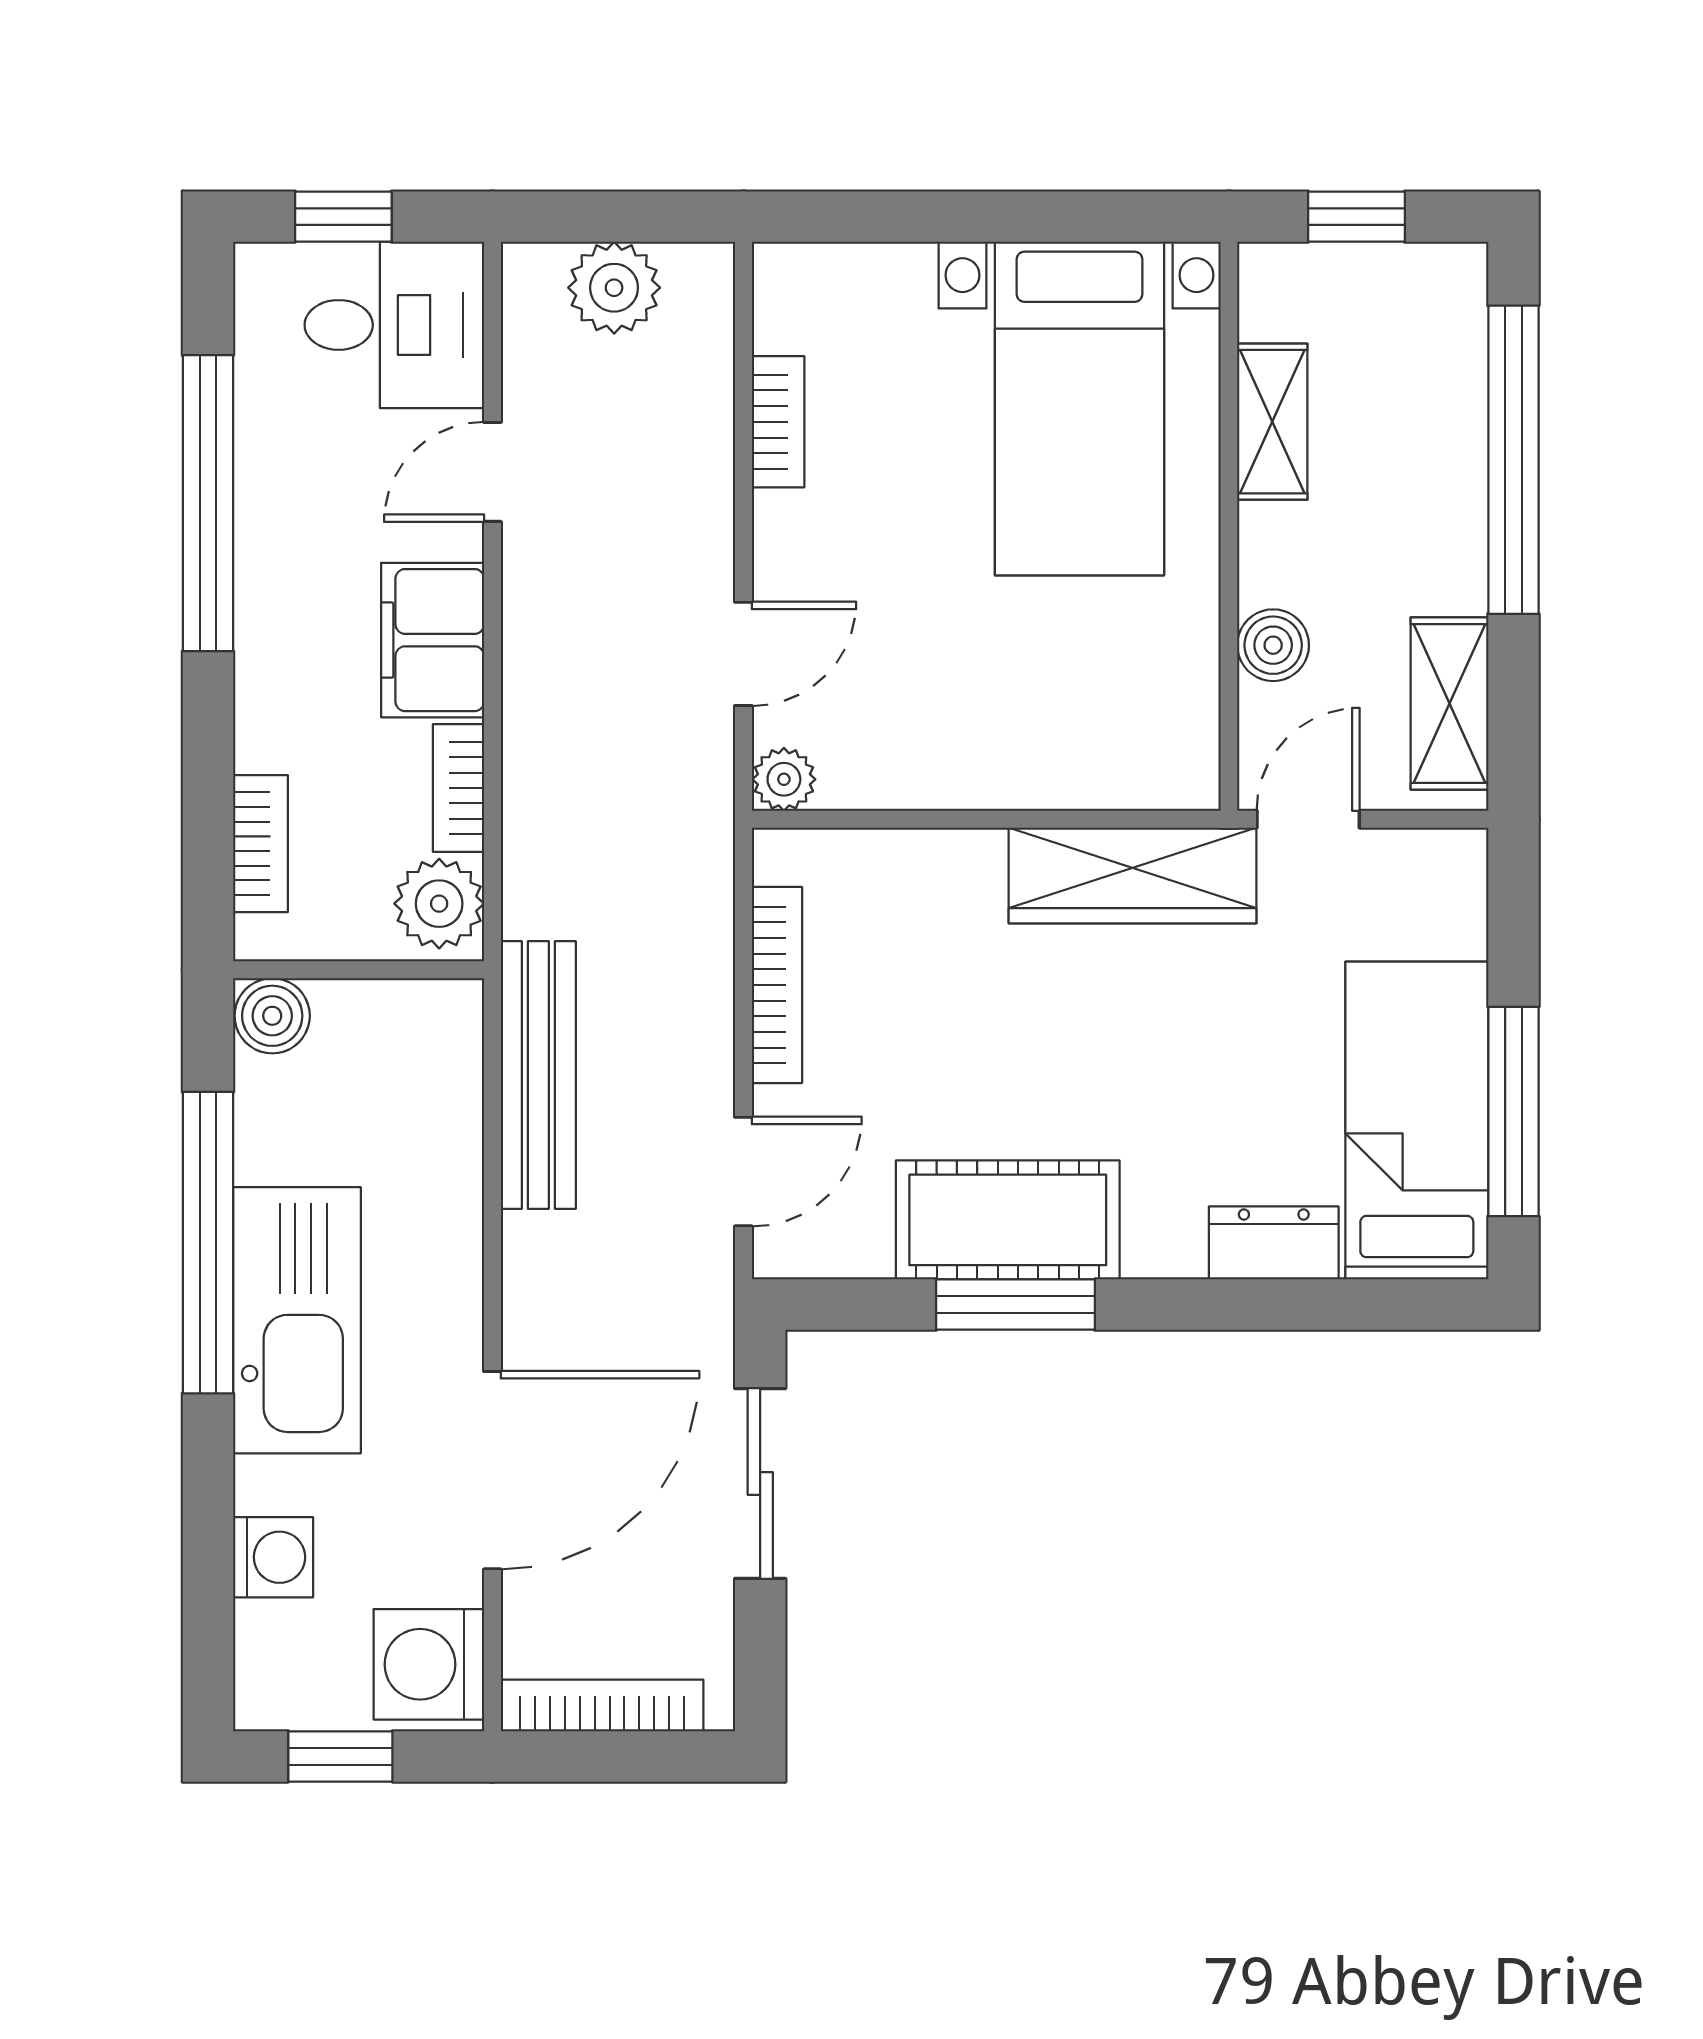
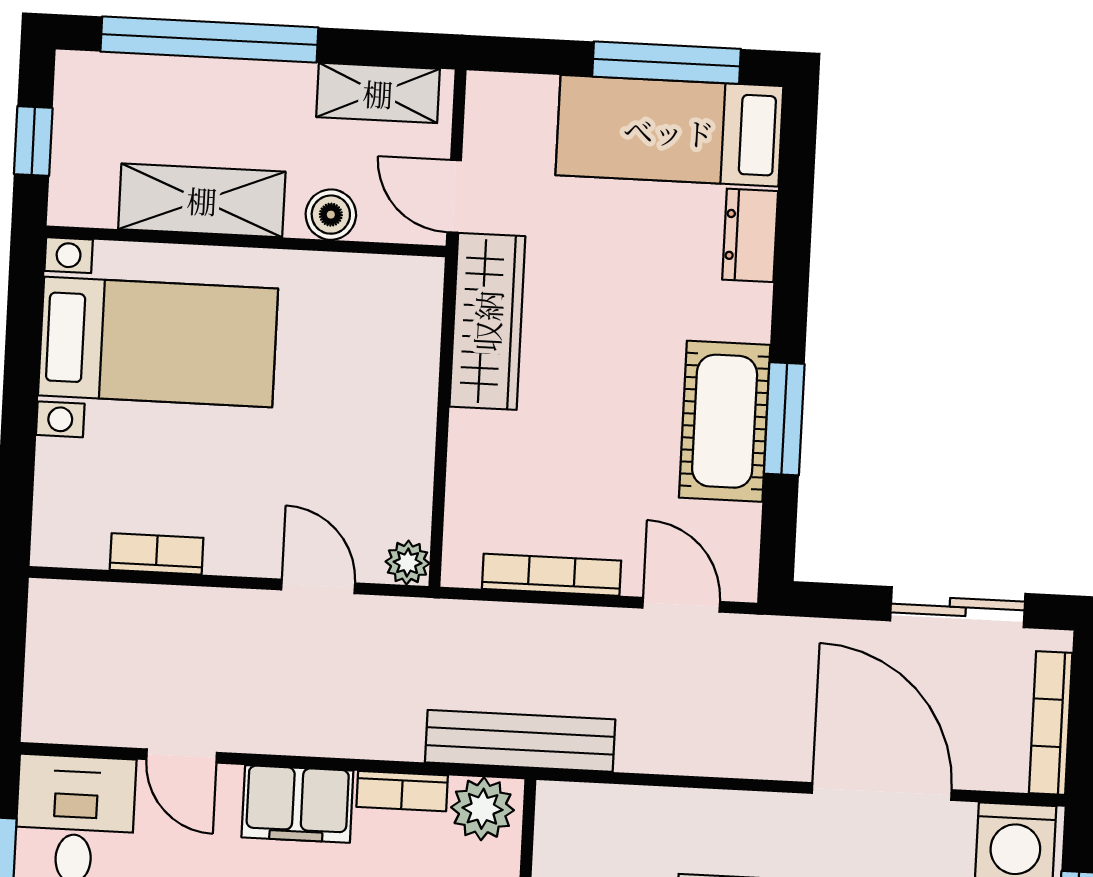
plant: (614, 288) -> (57, 664), removed
shelving: (1272, 422) -> (202, 200), width x1.50, depth x1.33
bench: (538, 1075) -> (520, 741), moved
sliding door: (760, 1483) -> (958, 607), moved

